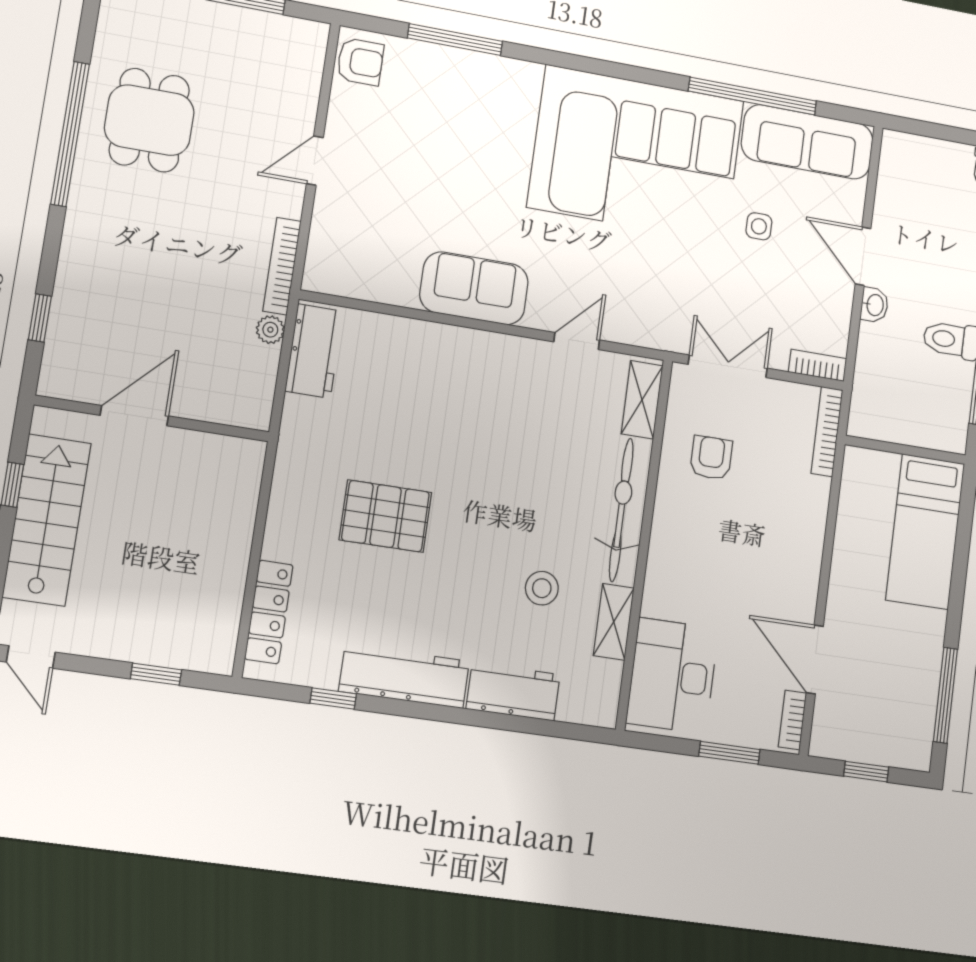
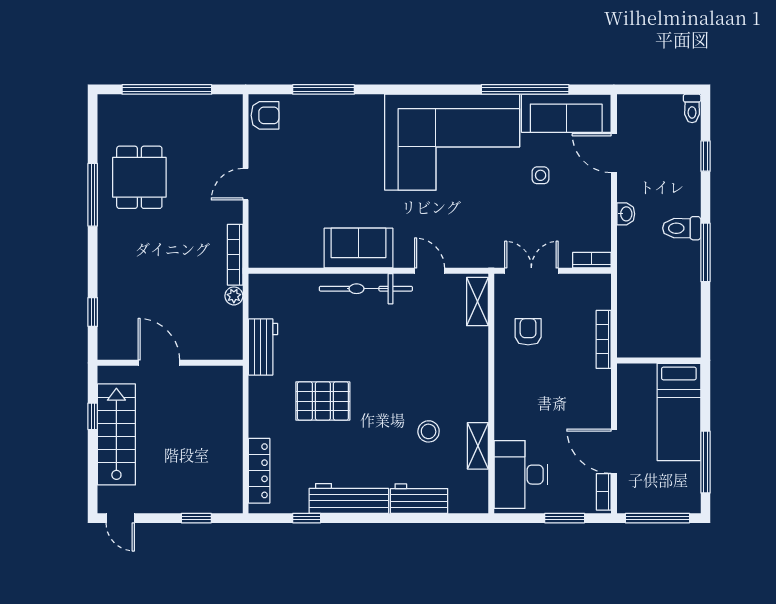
window: (70, 134) -> (93, 195), width x0.68
door: (863, 256) -> (614, 153), moved
door: (577, 341) -> (430, 271), hinge flipped
workbench: (314, 351) -> (263, 347), moved
door: (134, 416) -> (159, 363), hinge flipped
bookcase: (827, 432) -> (604, 339), moved
wall: (905, 450) -> (659, 360), moved
bicycle: (621, 510) -> (366, 289), moved, turned -90
bed: (925, 532) -> (679, 412), moved
window: (866, 772) -> (657, 518), width x2.17

